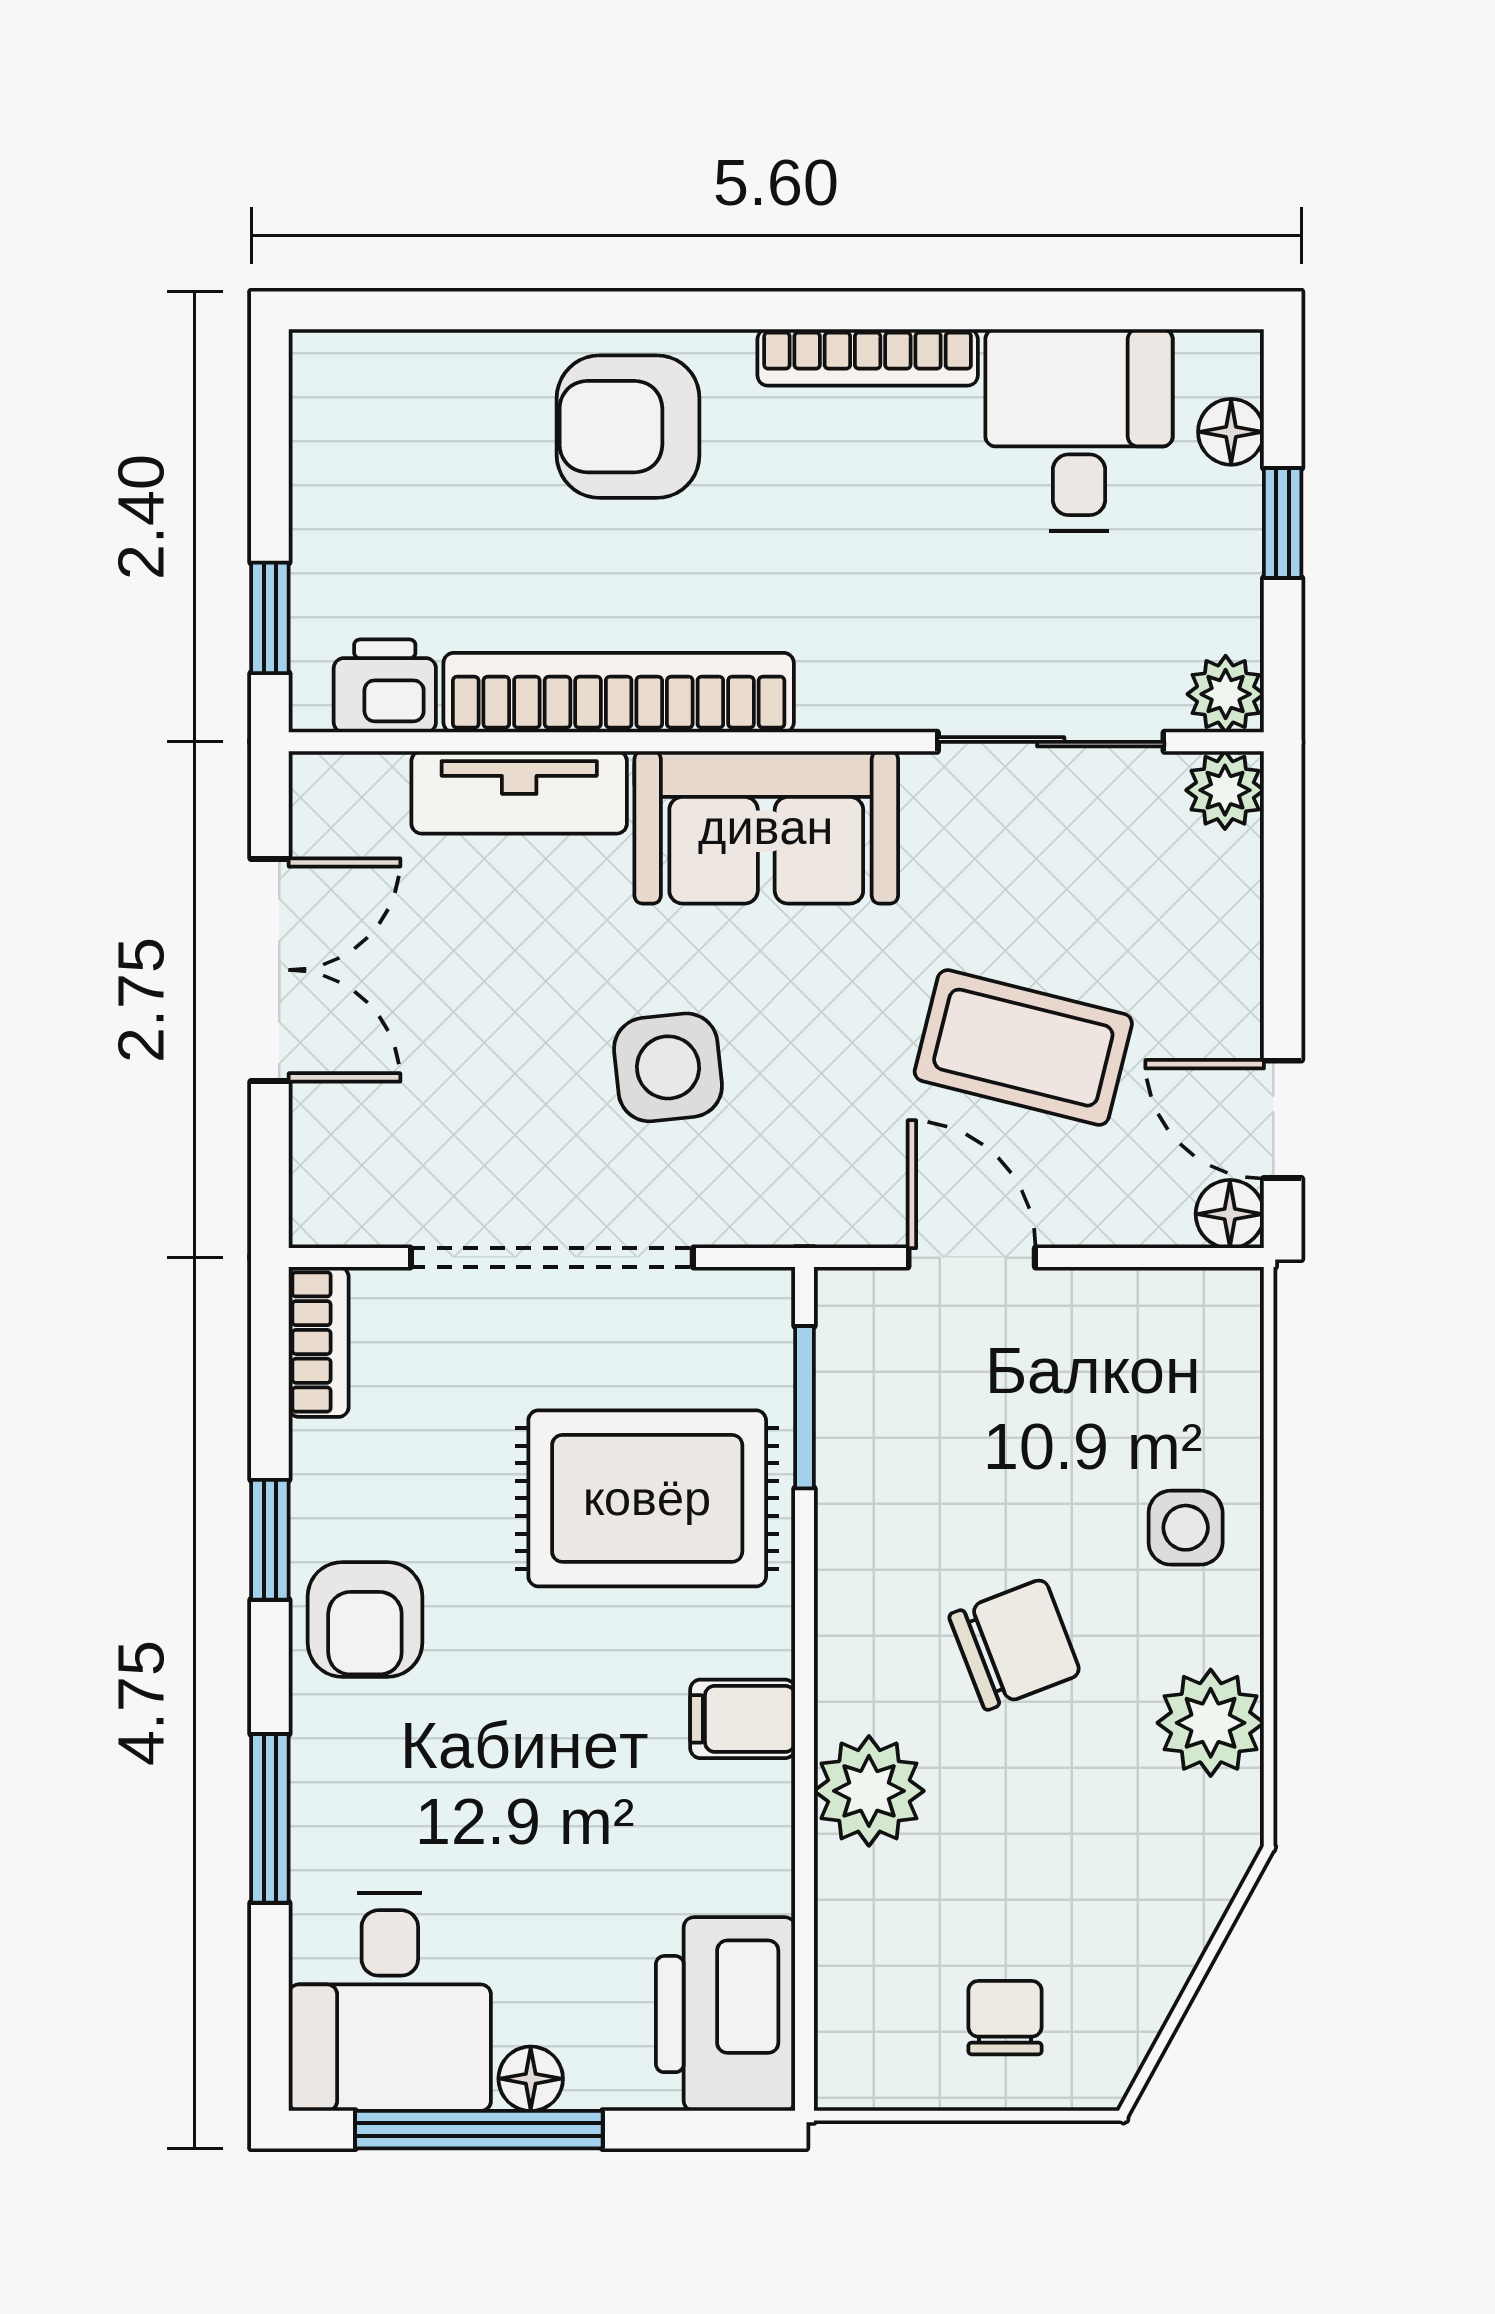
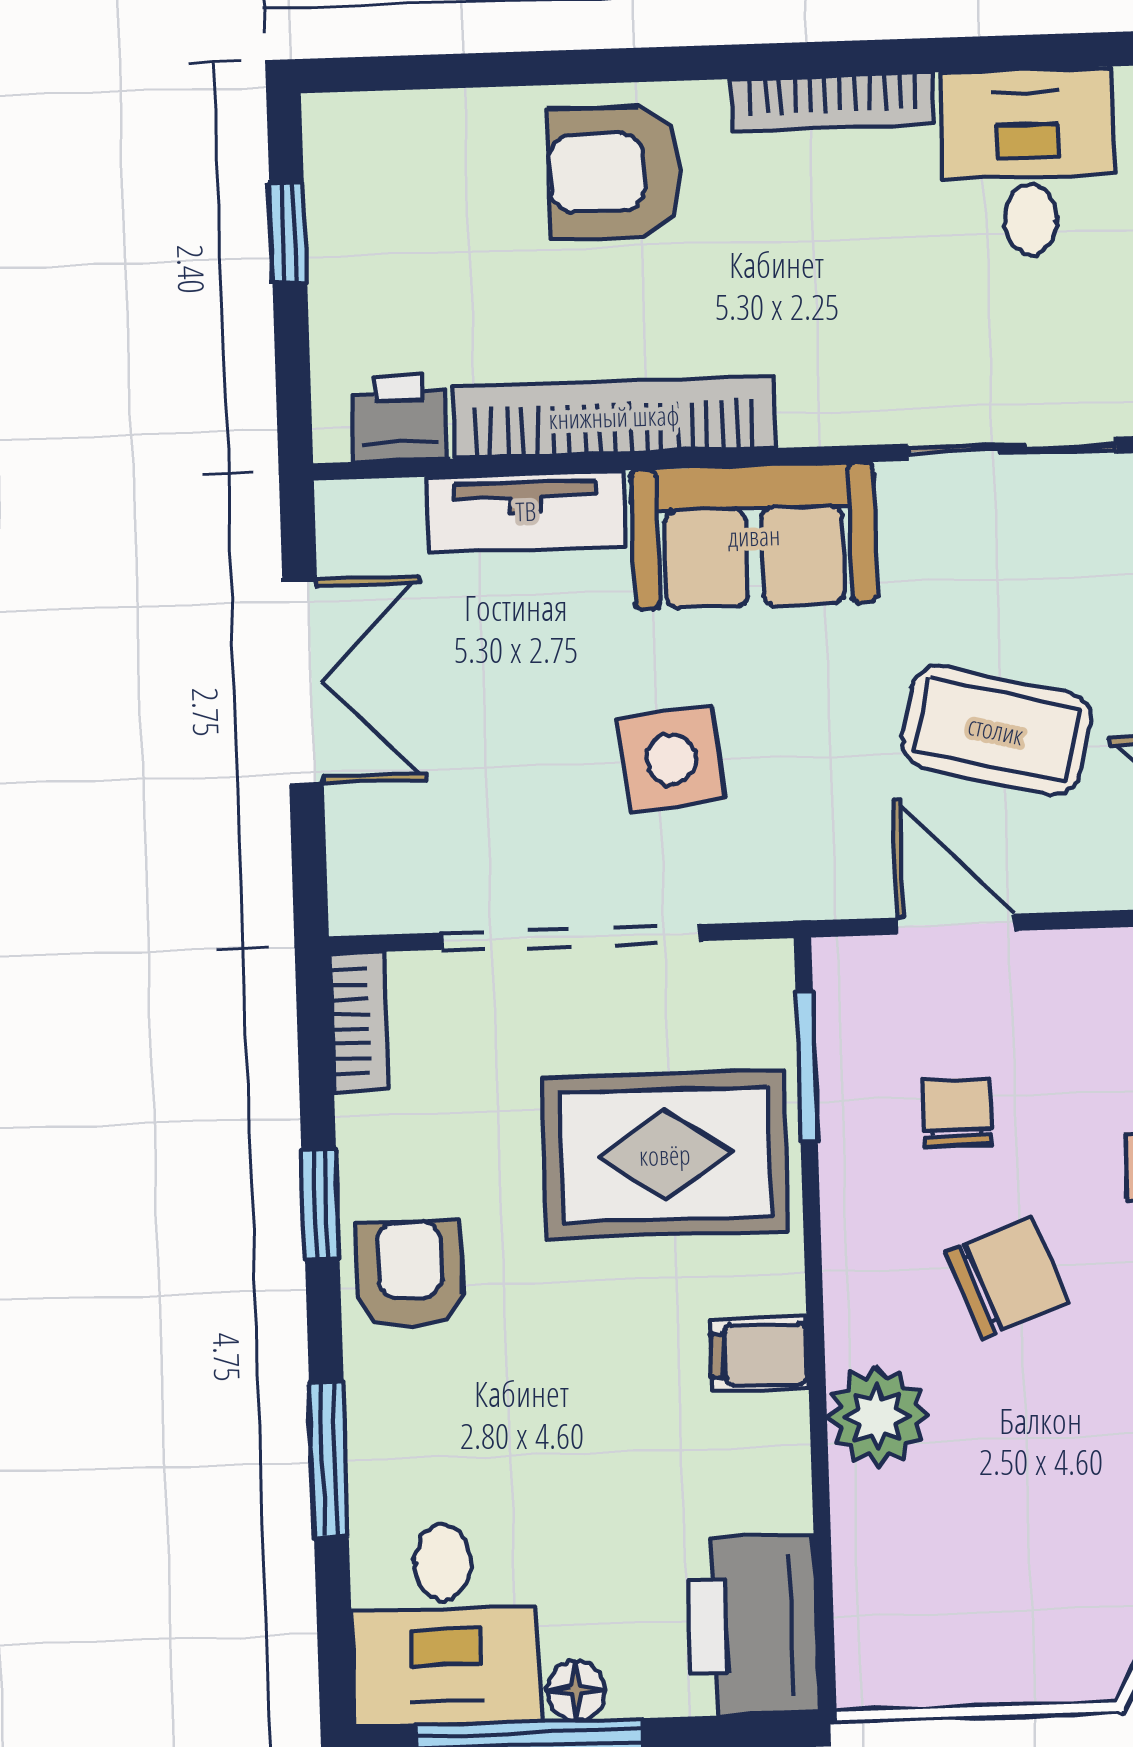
window: (270, 618) -> (288, 233), moved
armchair: (365, 1619) -> (410, 1275), turned 180
chair: (1005, 2018) -> (957, 1112), moved

